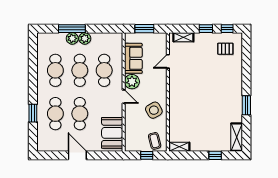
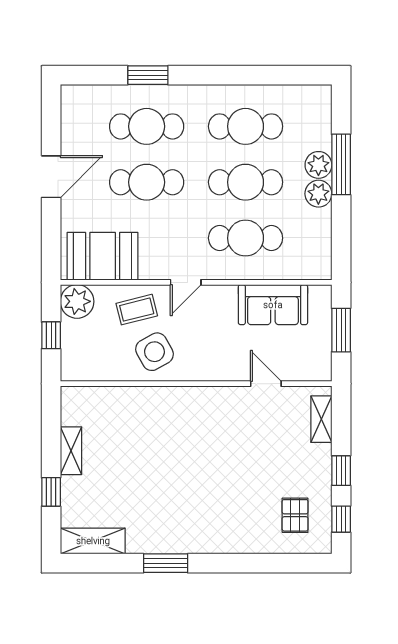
plant: (132, 82) -> (77, 301), moved
coffee table: (155, 141) -> (137, 310), moved
shelving: (179, 147) -> (71, 451), moved

